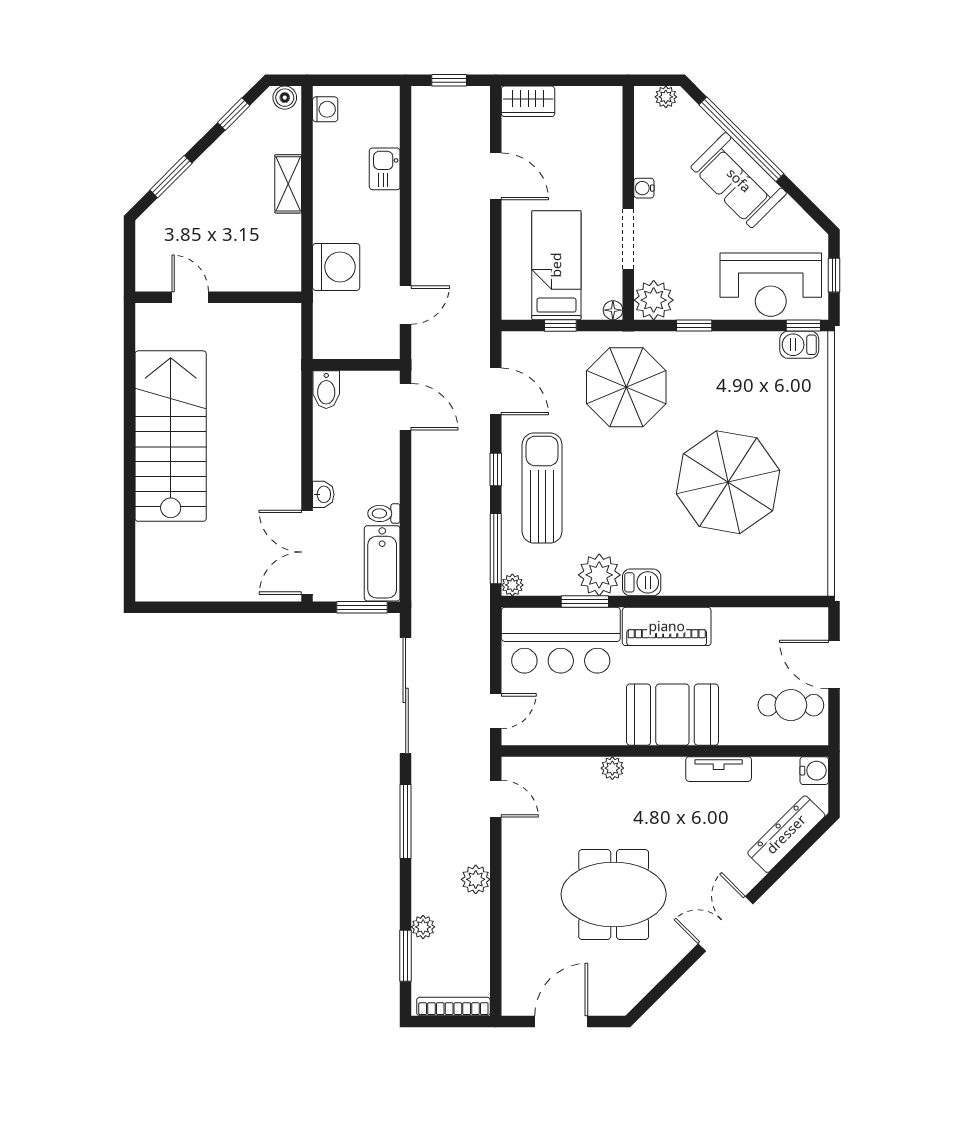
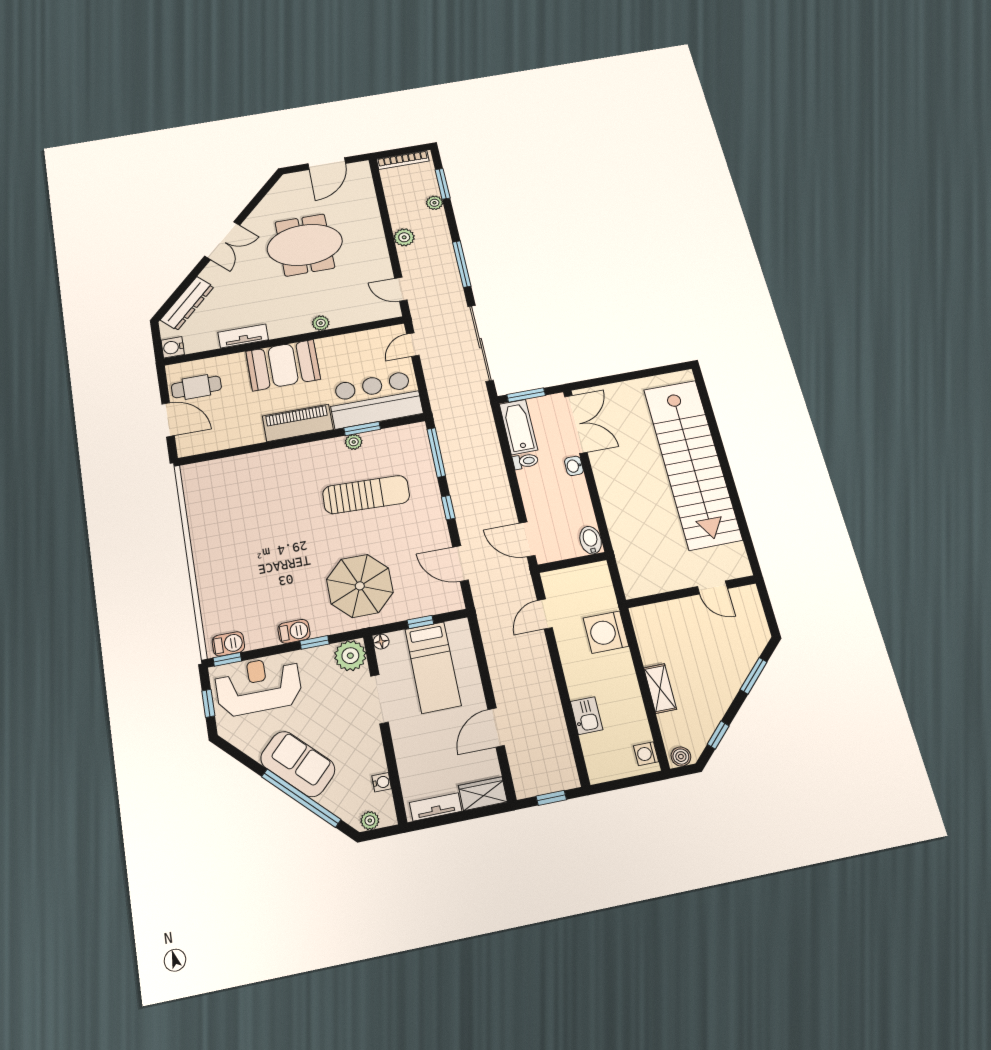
tv unit: (586, 97) -> (436, 807), added
door: (496, 176) -> (496, 728), hinge flipped
water cooler: (644, 188) -> (382, 782), moved
stairs: (171, 436) -> (692, 464), width x1.36
parasol: (728, 482) -> (268, 532), removed
sun lounger: (542, 488) -> (366, 495), moved, turned -88
plant: (599, 575) -> (354, 442), width x0.53, depth x0.53
barbecue: (642, 582) -> (294, 631), moved, turned 180
plant: (512, 585) -> (419, 430), removed

